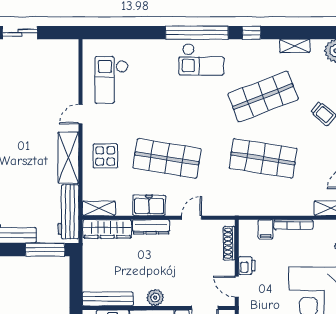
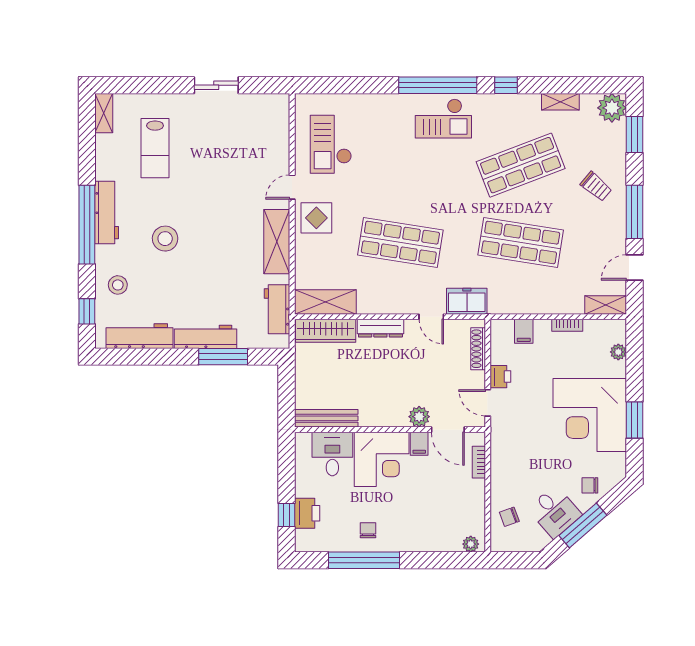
display table: (105, 156) -> (316, 218), moved
freezer: (149, 205) -> (467, 301), moved
shelving: (99, 208) -> (325, 302), width x1.50, depth x1.33
workbench: (68, 212) -> (277, 309), width x0.73
door: (192, 218) -> (431, 317), swing flipped
bookcase: (293, 225) -> (567, 325), width x0.64
window: (45, 250) -> (223, 357), moved
plant: (155, 298) -> (419, 417), moved

